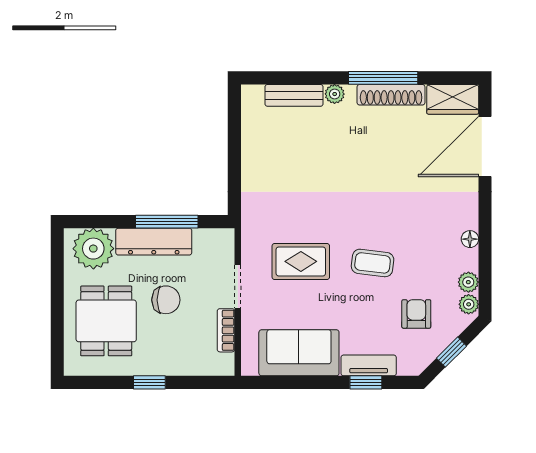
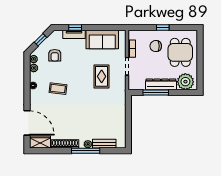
window: (383, 78) -> (86, 151), moved
door: (485, 147) -> (27, 123), hinge flipped
rug: (301, 261) -> (102, 76), turned 90
coffee table: (373, 263) -> (58, 89), moved
chair: (166, 300) -> (156, 46), moved

